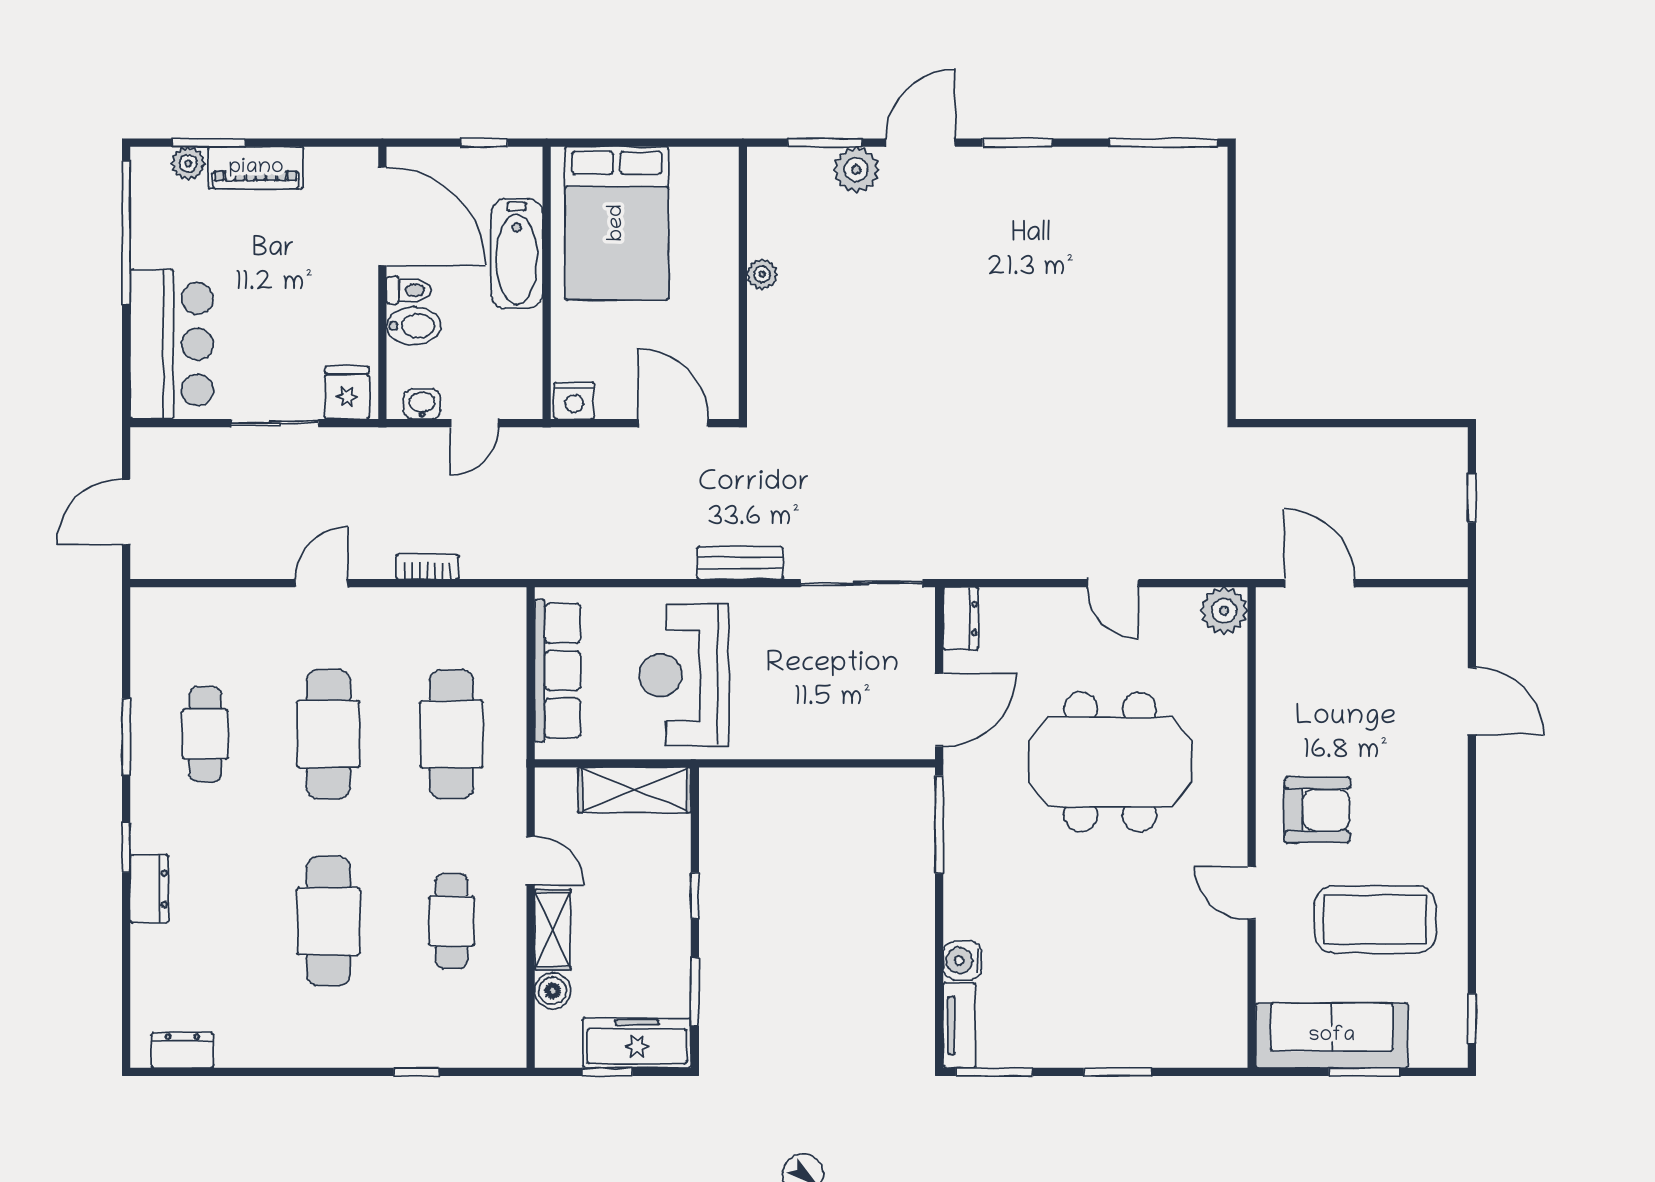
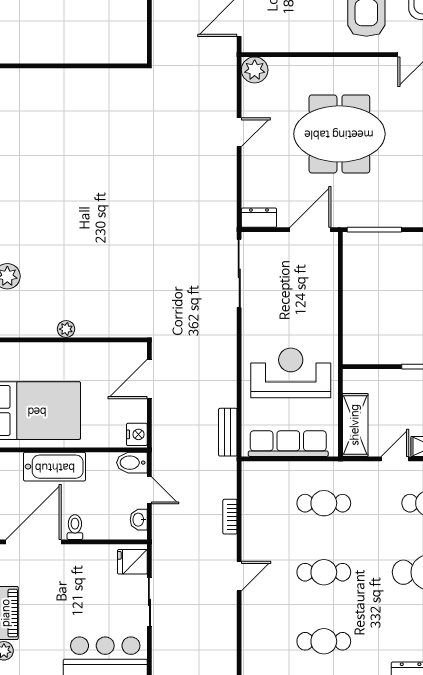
bidet: (414, 326) -> (132, 463), moved, turned -90
bench: (740, 563) -> (228, 432), moved
door: (322, 583) -> (239, 576), swing flipped
reception desk: (684, 675) -> (291, 373), turned 180
door: (939, 710) -> (310, 230), hinge flipped
cafe table: (328, 734) -> (324, 572), width x0.73, depth x0.74
cafe table: (452, 734) -> (324, 503), width x0.73, depth x0.74
meeting table: (1110, 762) -> (339, 134), turned 90
shelving: (634, 790) -> (355, 425), moved

